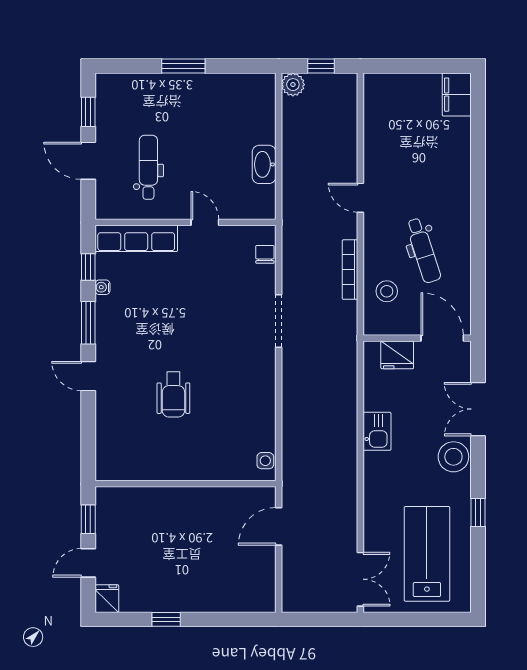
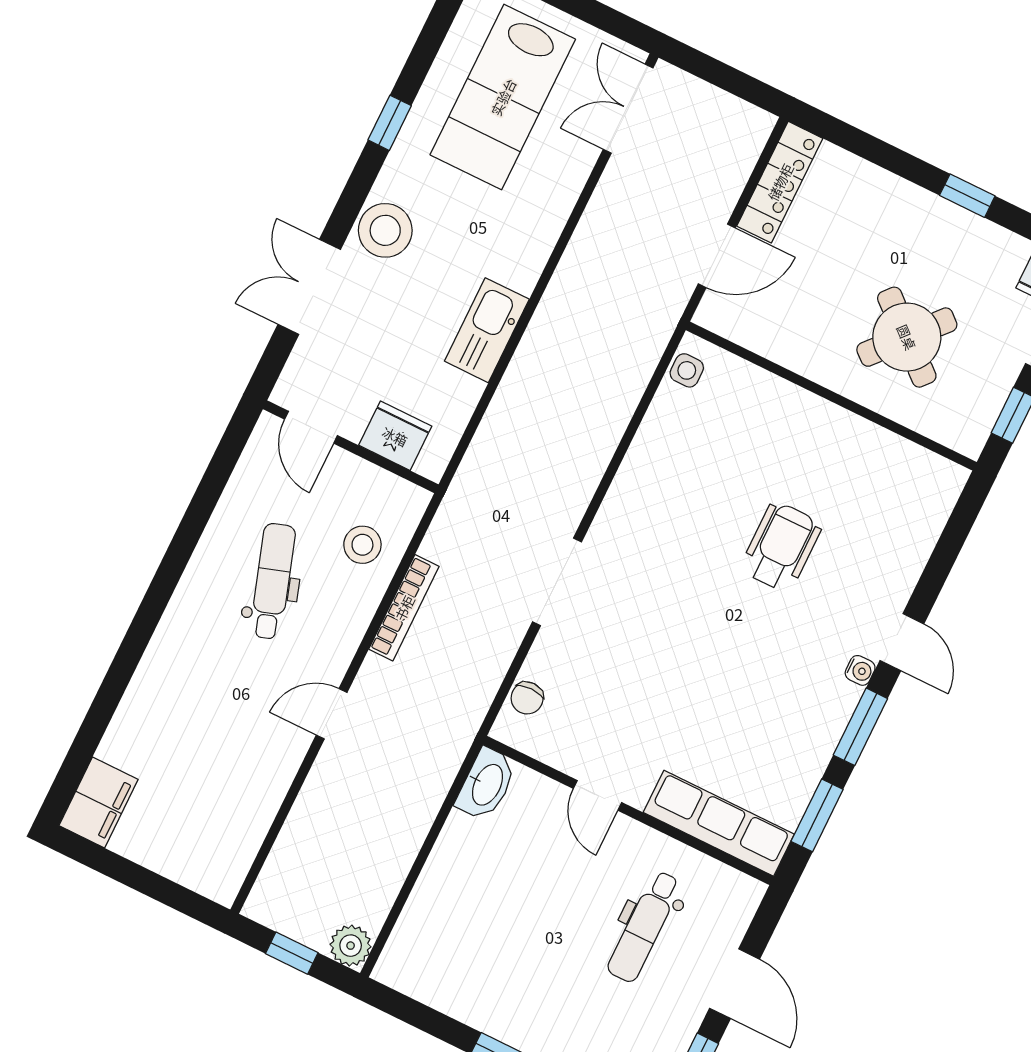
washbasin: (264, 164) -> (486, 784), moved
door: (360, 198) -> (332, 714), swing flipped
window: (88, 267) -> (817, 815), width x1.50
water cooler: (102, 287) -> (860, 670), moved
door: (442, 338) -> (311, 427), width x0.73
double door: (478, 409) -> (309, 287), swing flipped
kitchen sink: (377, 431) -> (487, 330), width x1.38
round table: (162, 532) -> (907, 337), added
locker: (265, 580) -> (780, 182), added

